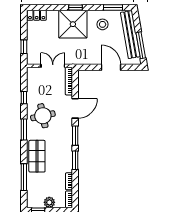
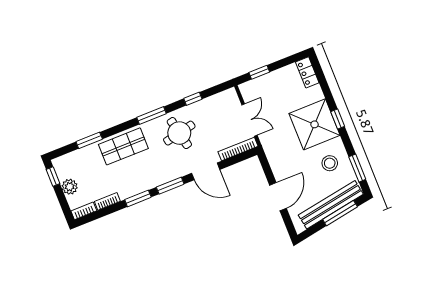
window: (141, 45) -> (340, 213), moved
window: (24, 177) -> (89, 140), width x0.69

